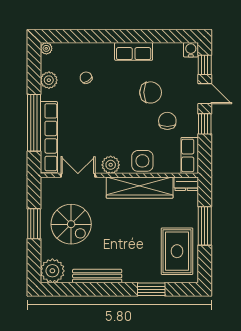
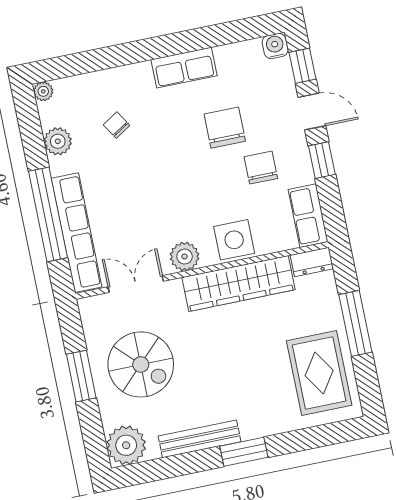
chair: (151, 92) -> (225, 128), turned -90
window: (151, 289) -> (244, 452), moved

